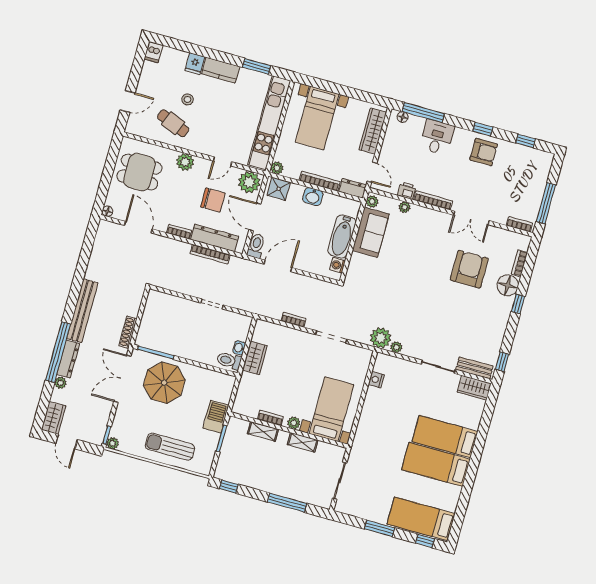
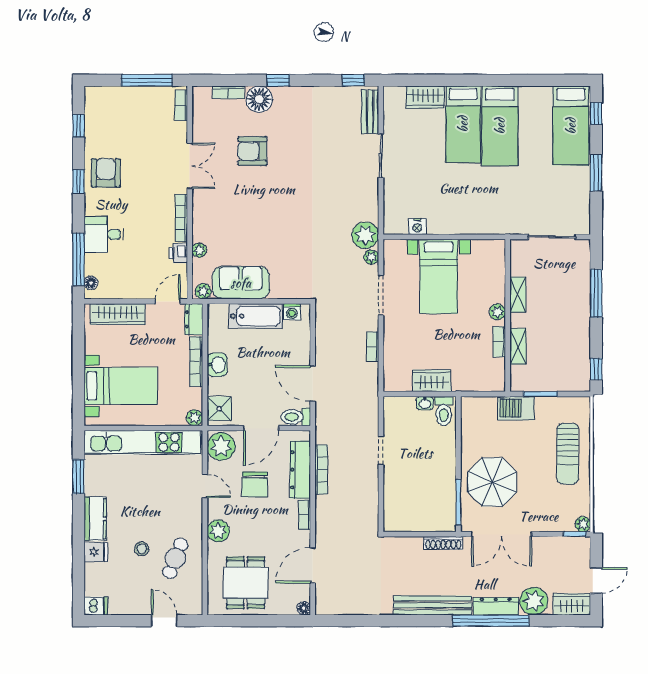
chair: (213, 200) -> (255, 484), turned 180
armchair: (469, 269) -> (252, 151), width x0.73, depth x0.73
plant: (396, 347) -> (371, 257), moved
plant: (60, 383) -> (534, 601), width x1.88, depth x1.88
wardrobe: (474, 388) -> (425, 97), moved, turned 90
bed with nightstands: (331, 409) -> (439, 277), moved, turned -90

